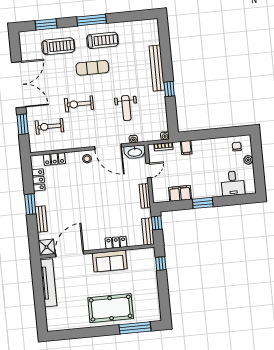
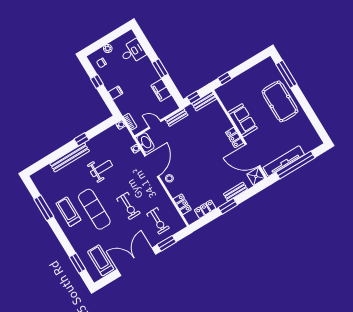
window: (92, 20) -> (44, 208), moved
treadmill: (58, 46) -> (101, 260), moved
exercise mat: (92, 68) -> (94, 209), width x1.36, depth x1.45
weight bench: (126, 108) -> (101, 169), moved
window: (220, 133) -> (97, 81), added
filing cabinet: (186, 148) -> (116, 93), moved
locker: (116, 242) -> (234, 138), moved
window: (39, 293) -> (295, 165), added

